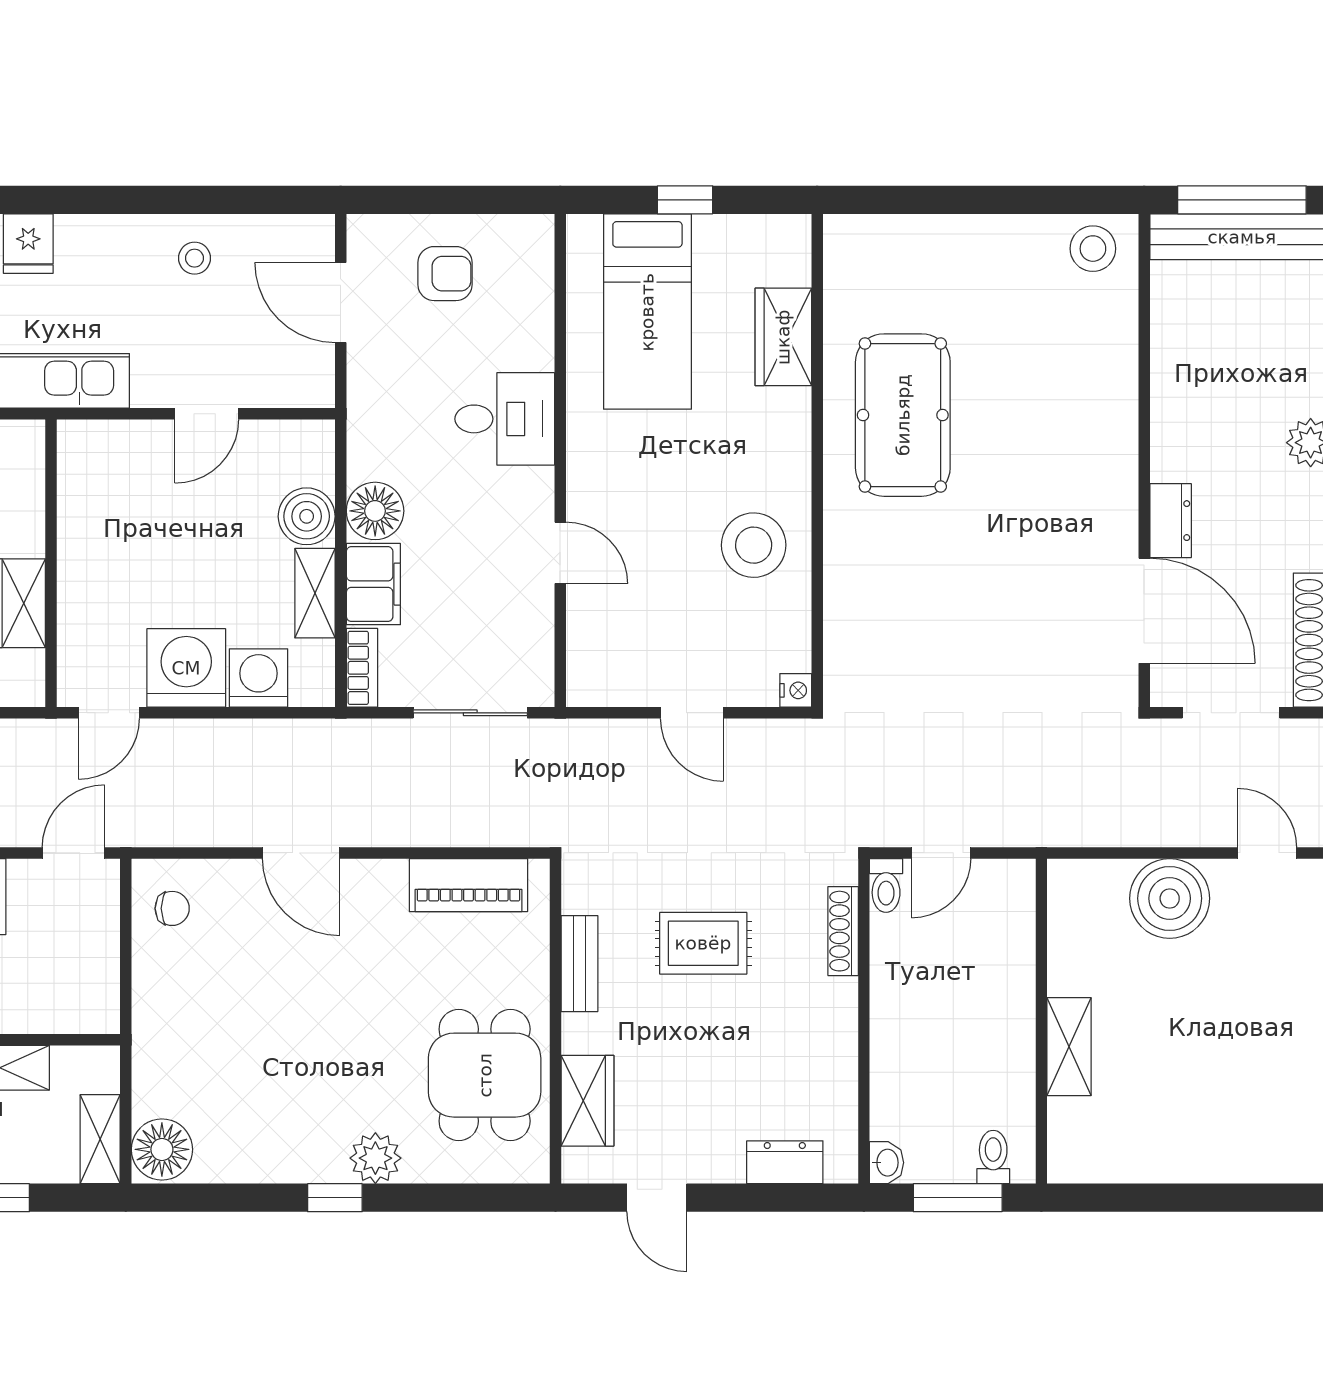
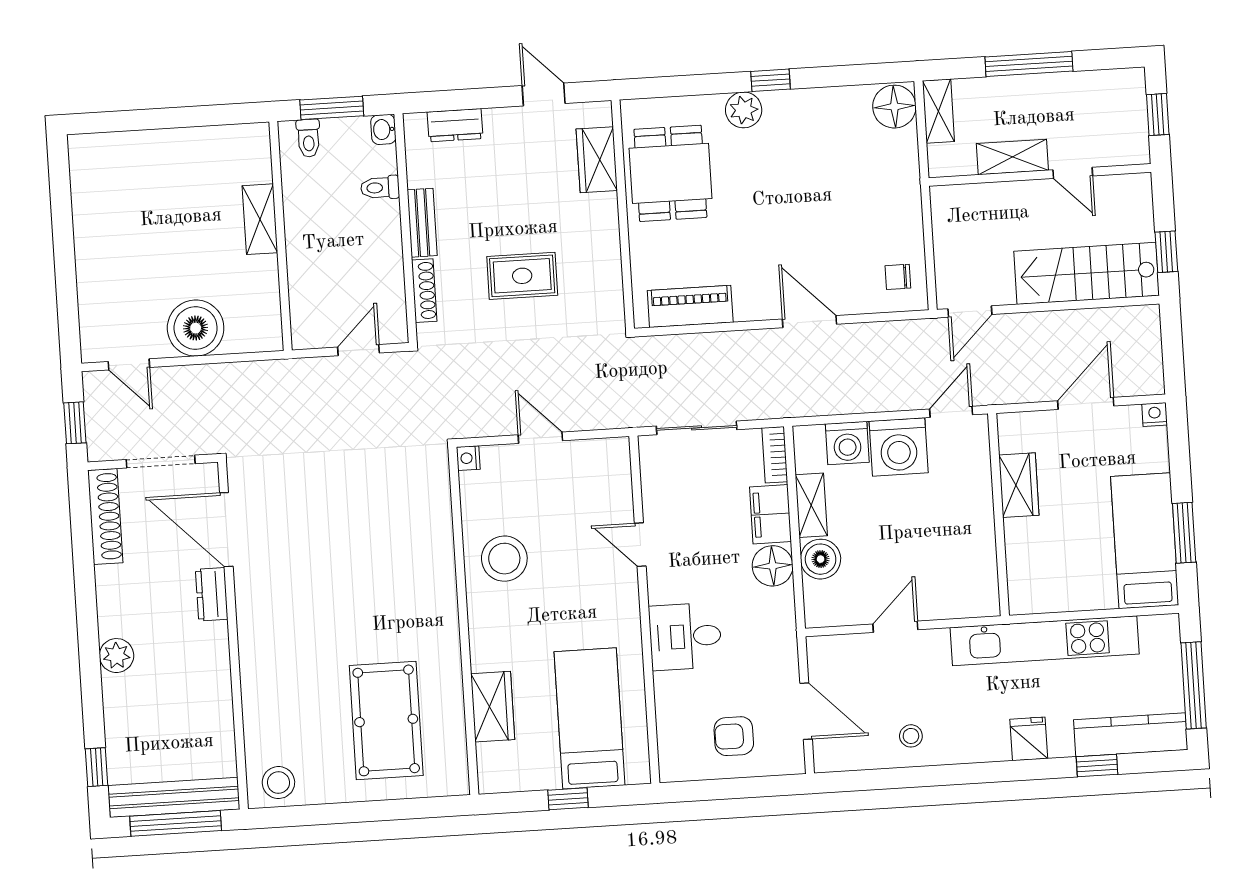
pool table: (903, 415) -> (386, 720), moved
toilet: (886, 886) -> (380, 188), moved, turned -90
bench: (579, 964) -> (422, 223), moved

